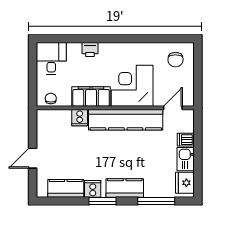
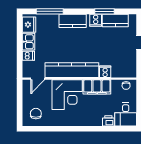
printer: (90, 50) -> (108, 121), moved
window: (103, 201) -> (104, 11), moved

